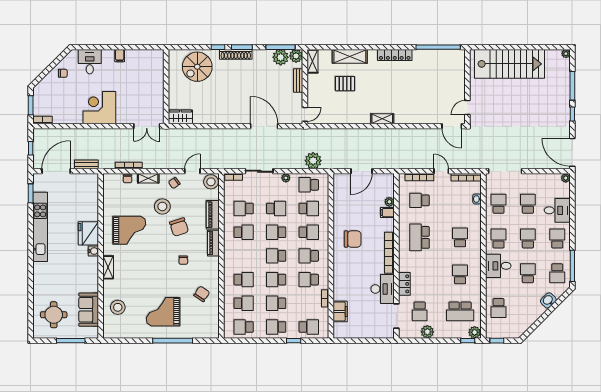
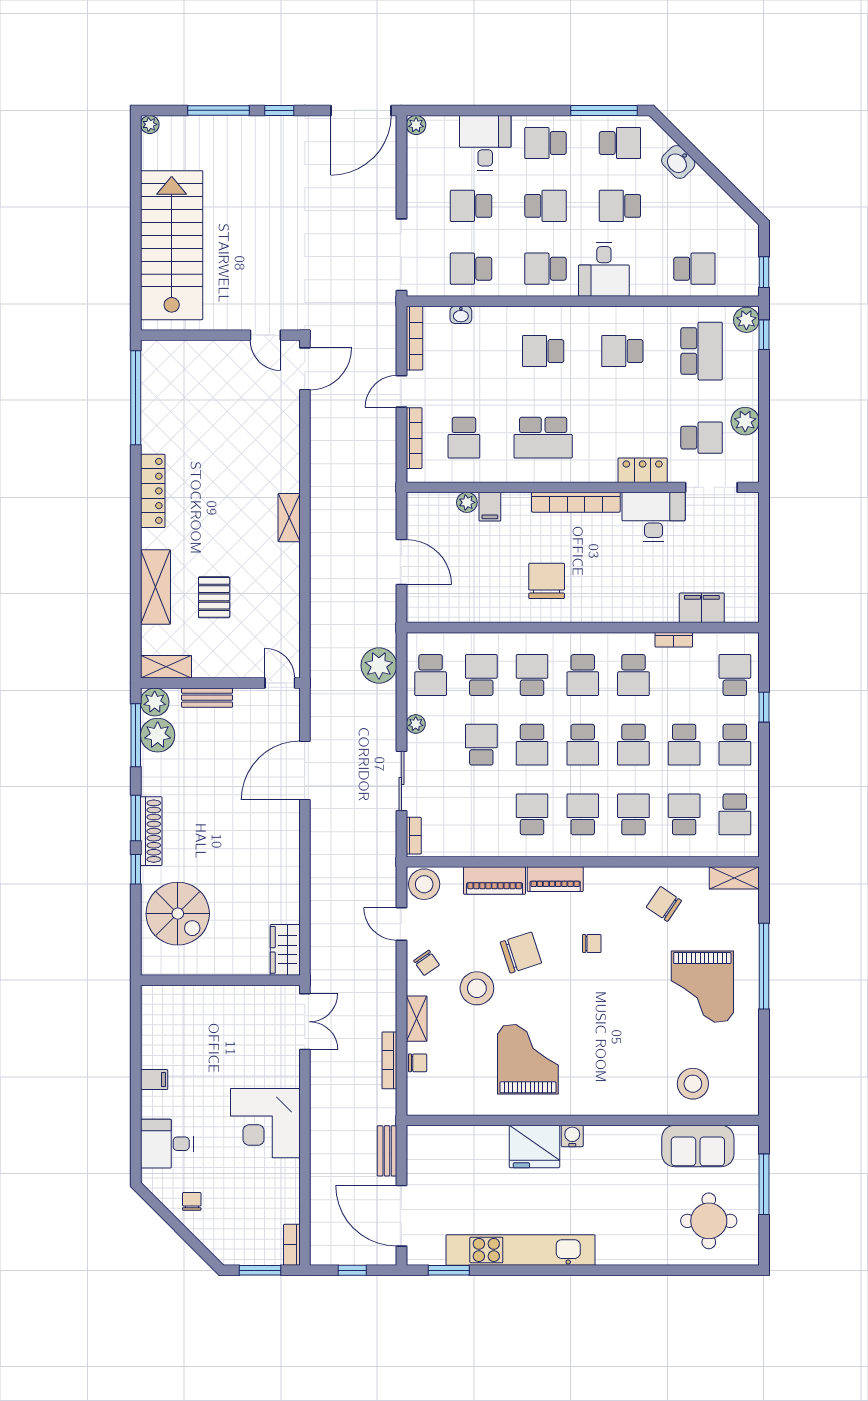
school desk: (244, 209) -> (583, 814), moved, turned 180
school desk: (528, 239) -> (545, 206), turned 180
shelving: (108, 267) -> (734, 878), moved

